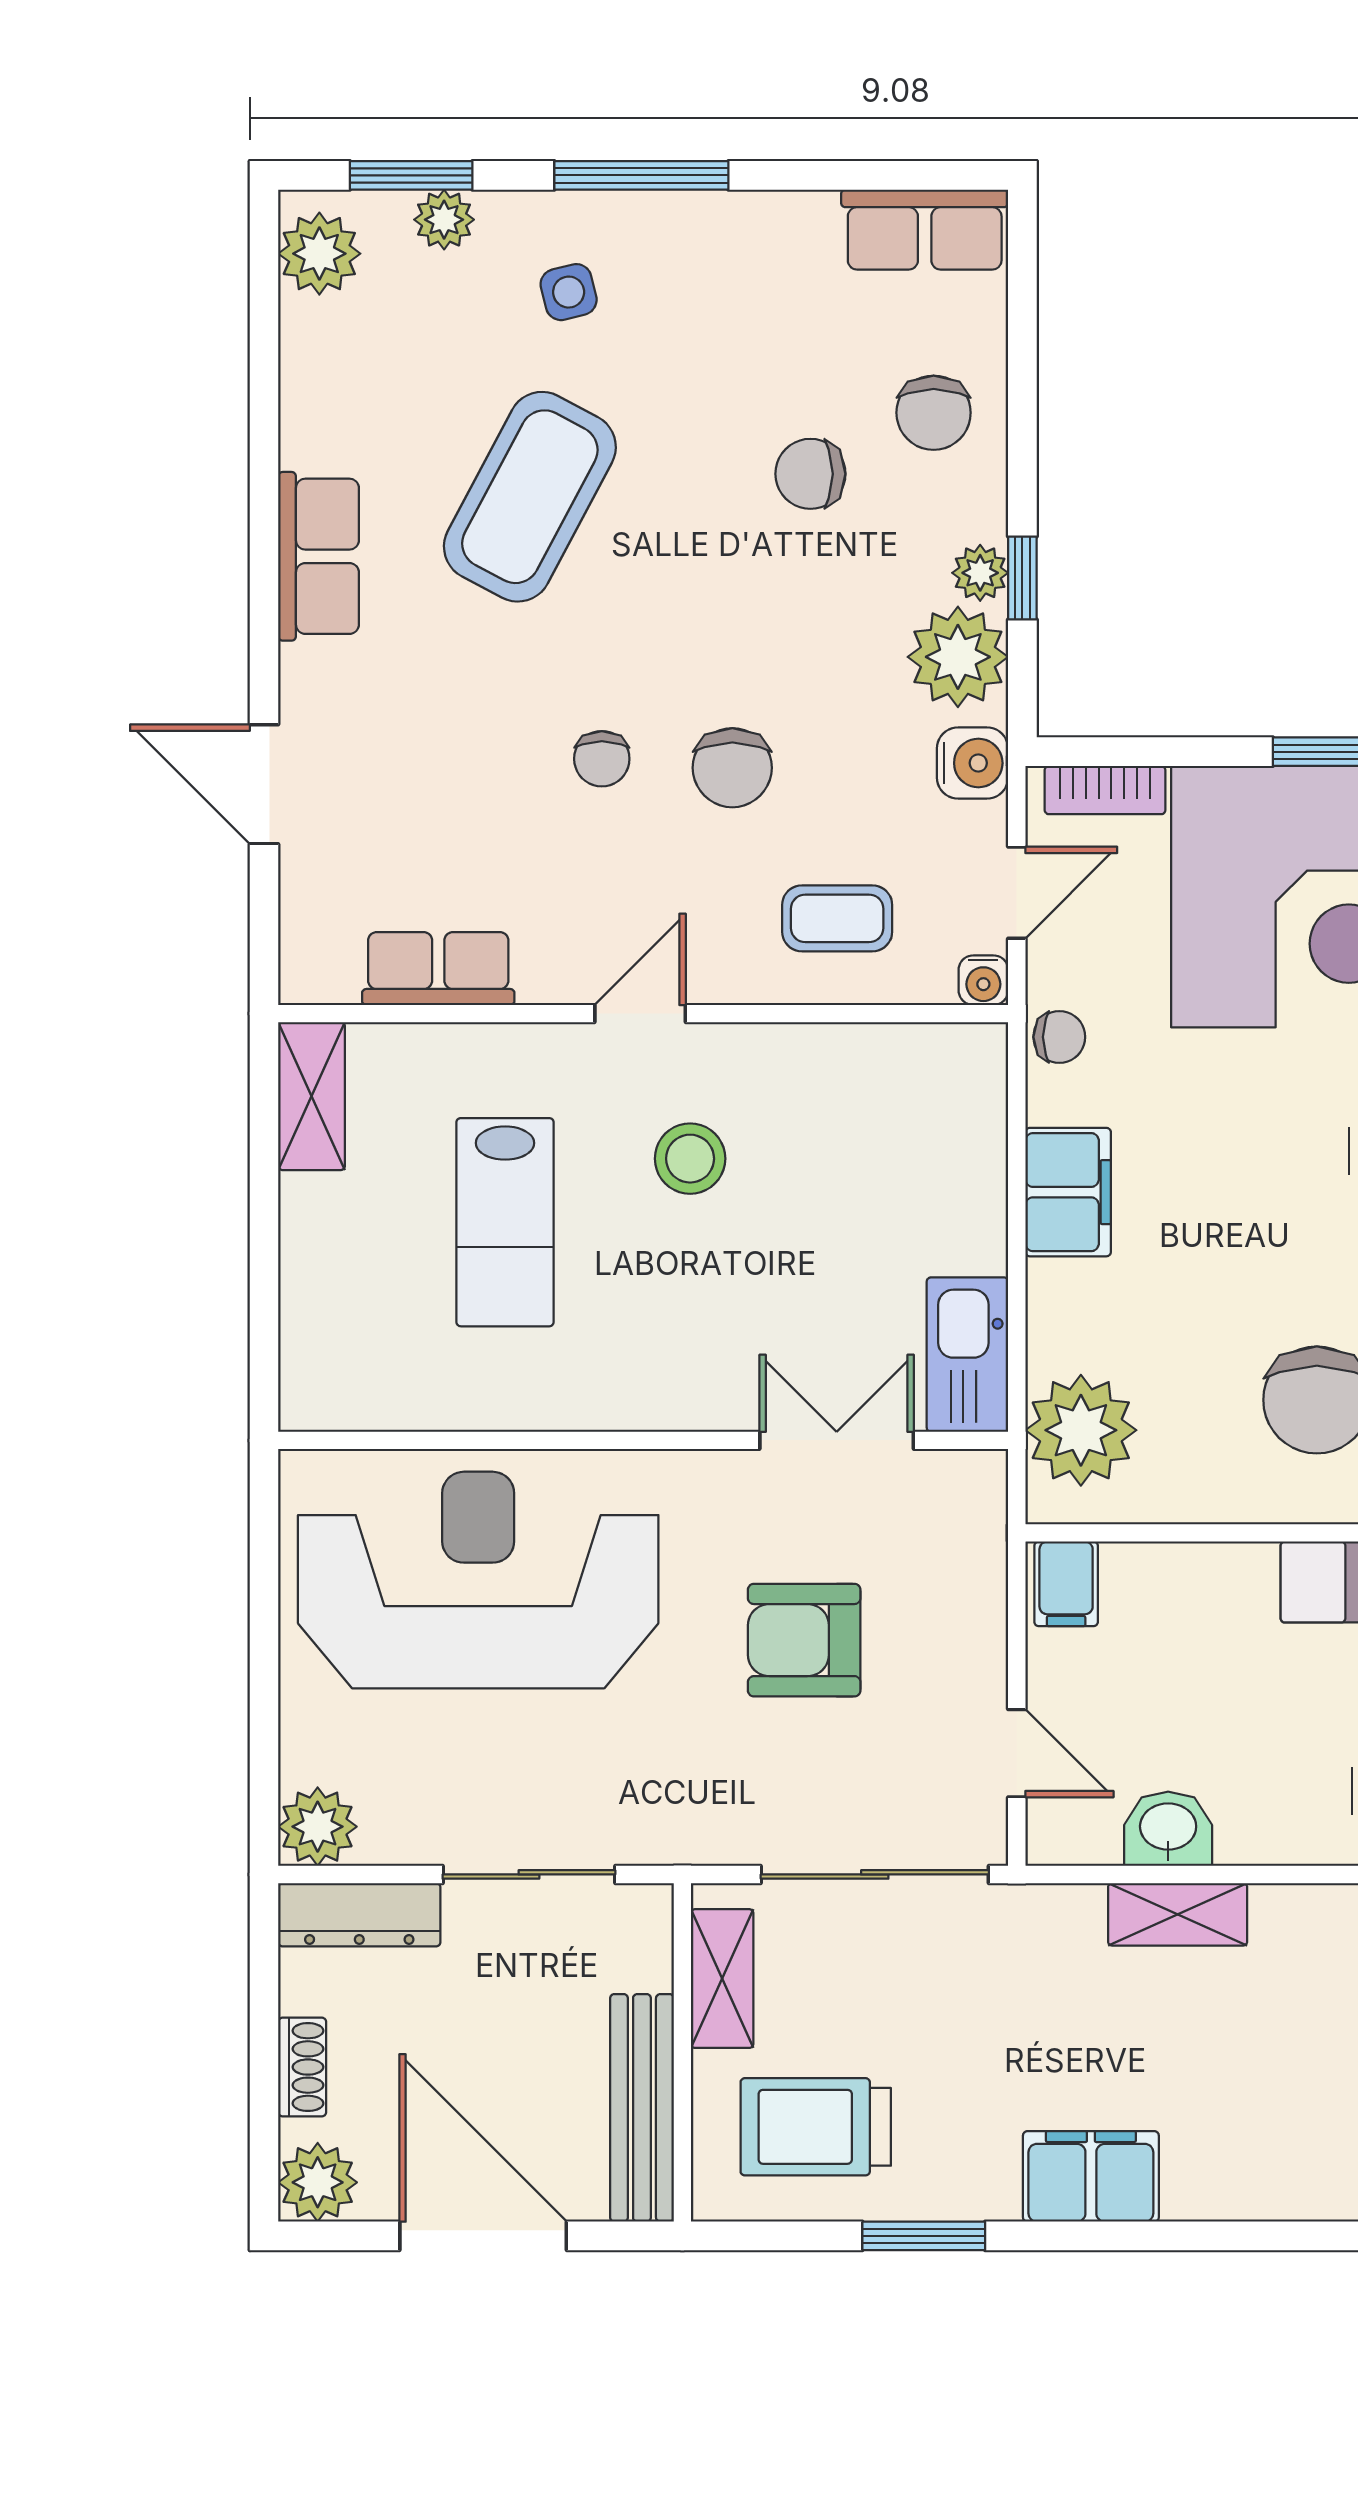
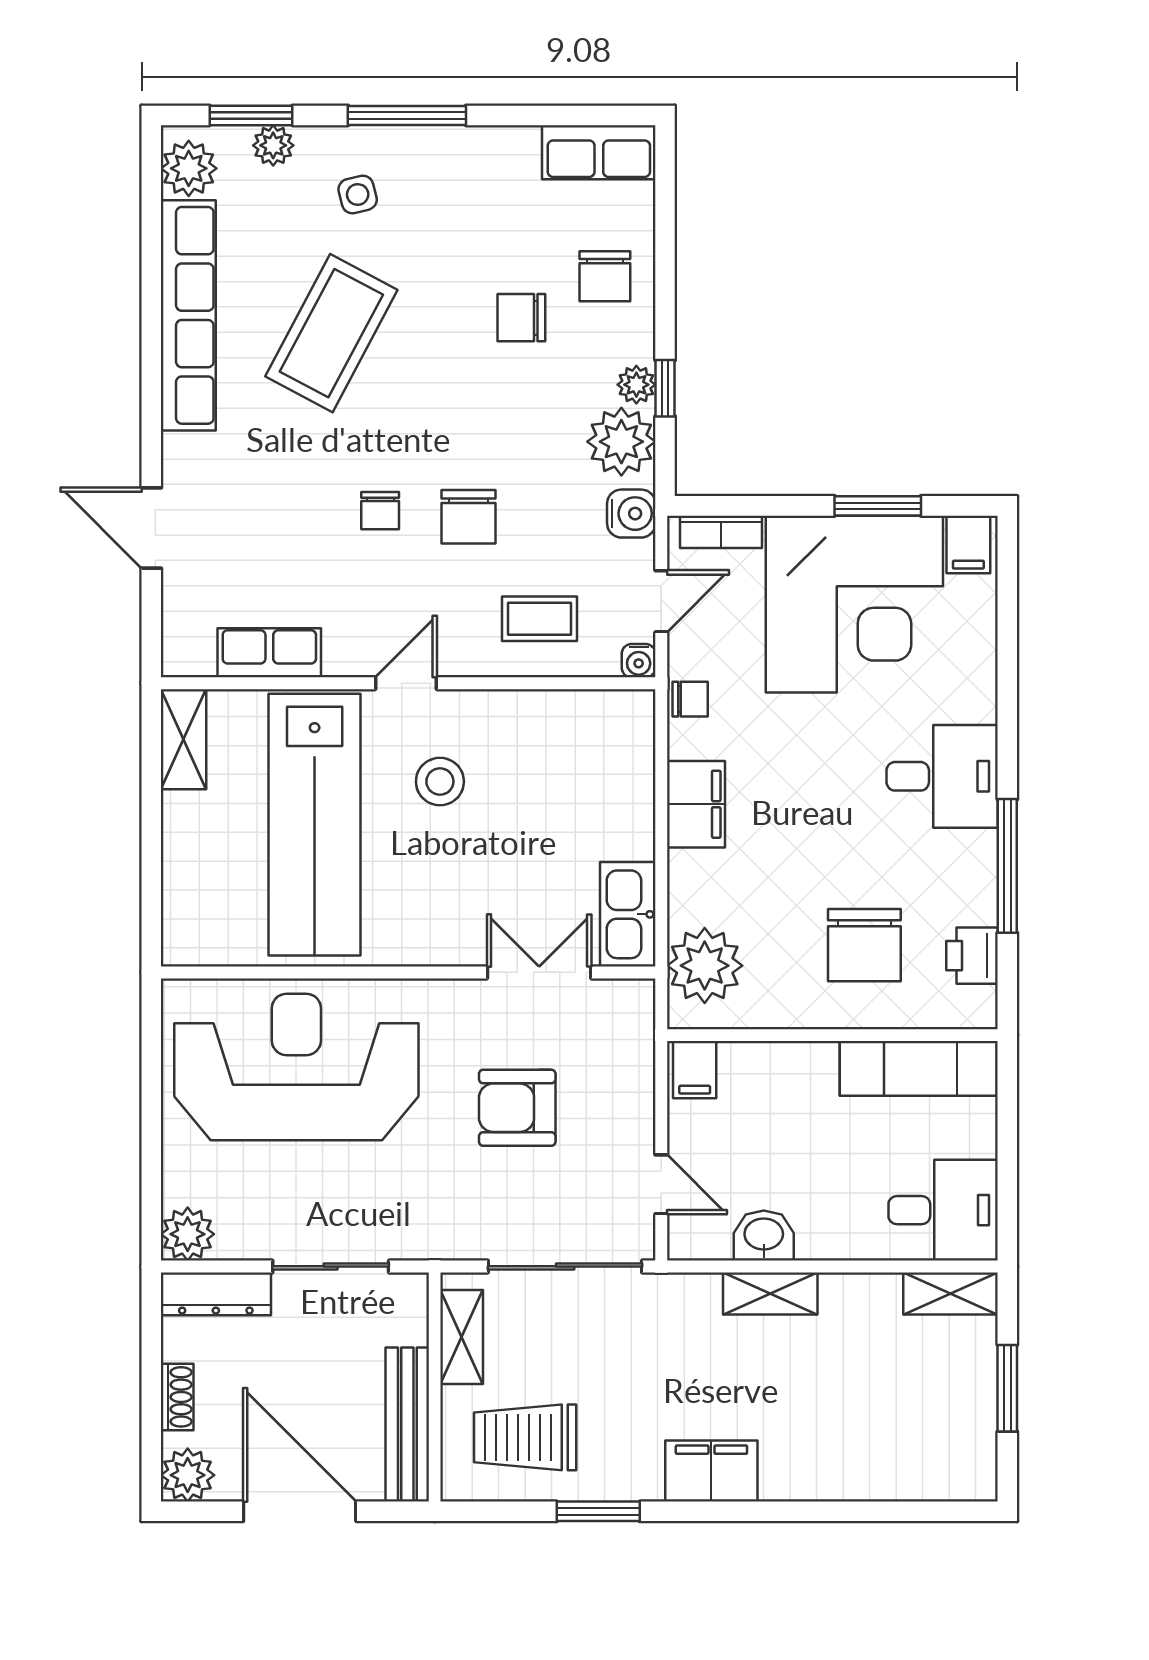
row of seats: (319, 556) -> (188, 315), width x2.02
lab bench: (505, 1222) -> (315, 825), width x1.86, depth x1.39

